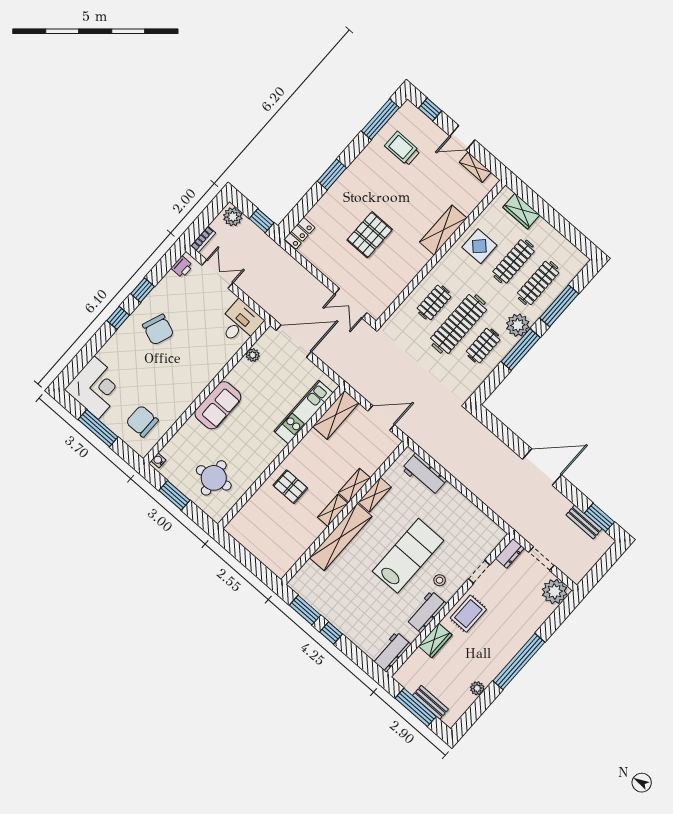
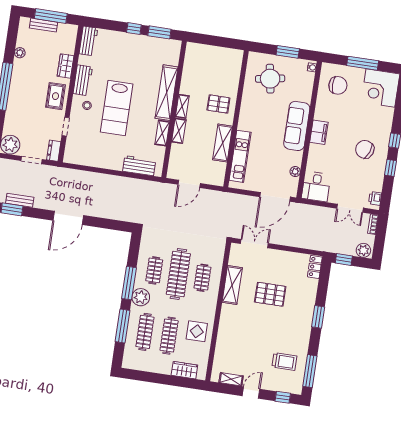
shelving: (443, 230) -> (232, 285), moved
pallet: (370, 235) -> (270, 294), turned 90
filing cabinet: (197, 382) -> (319, 132), added
sofa: (218, 405) -> (297, 126), width x1.36
shelving: (336, 415) -> (223, 143), moved

